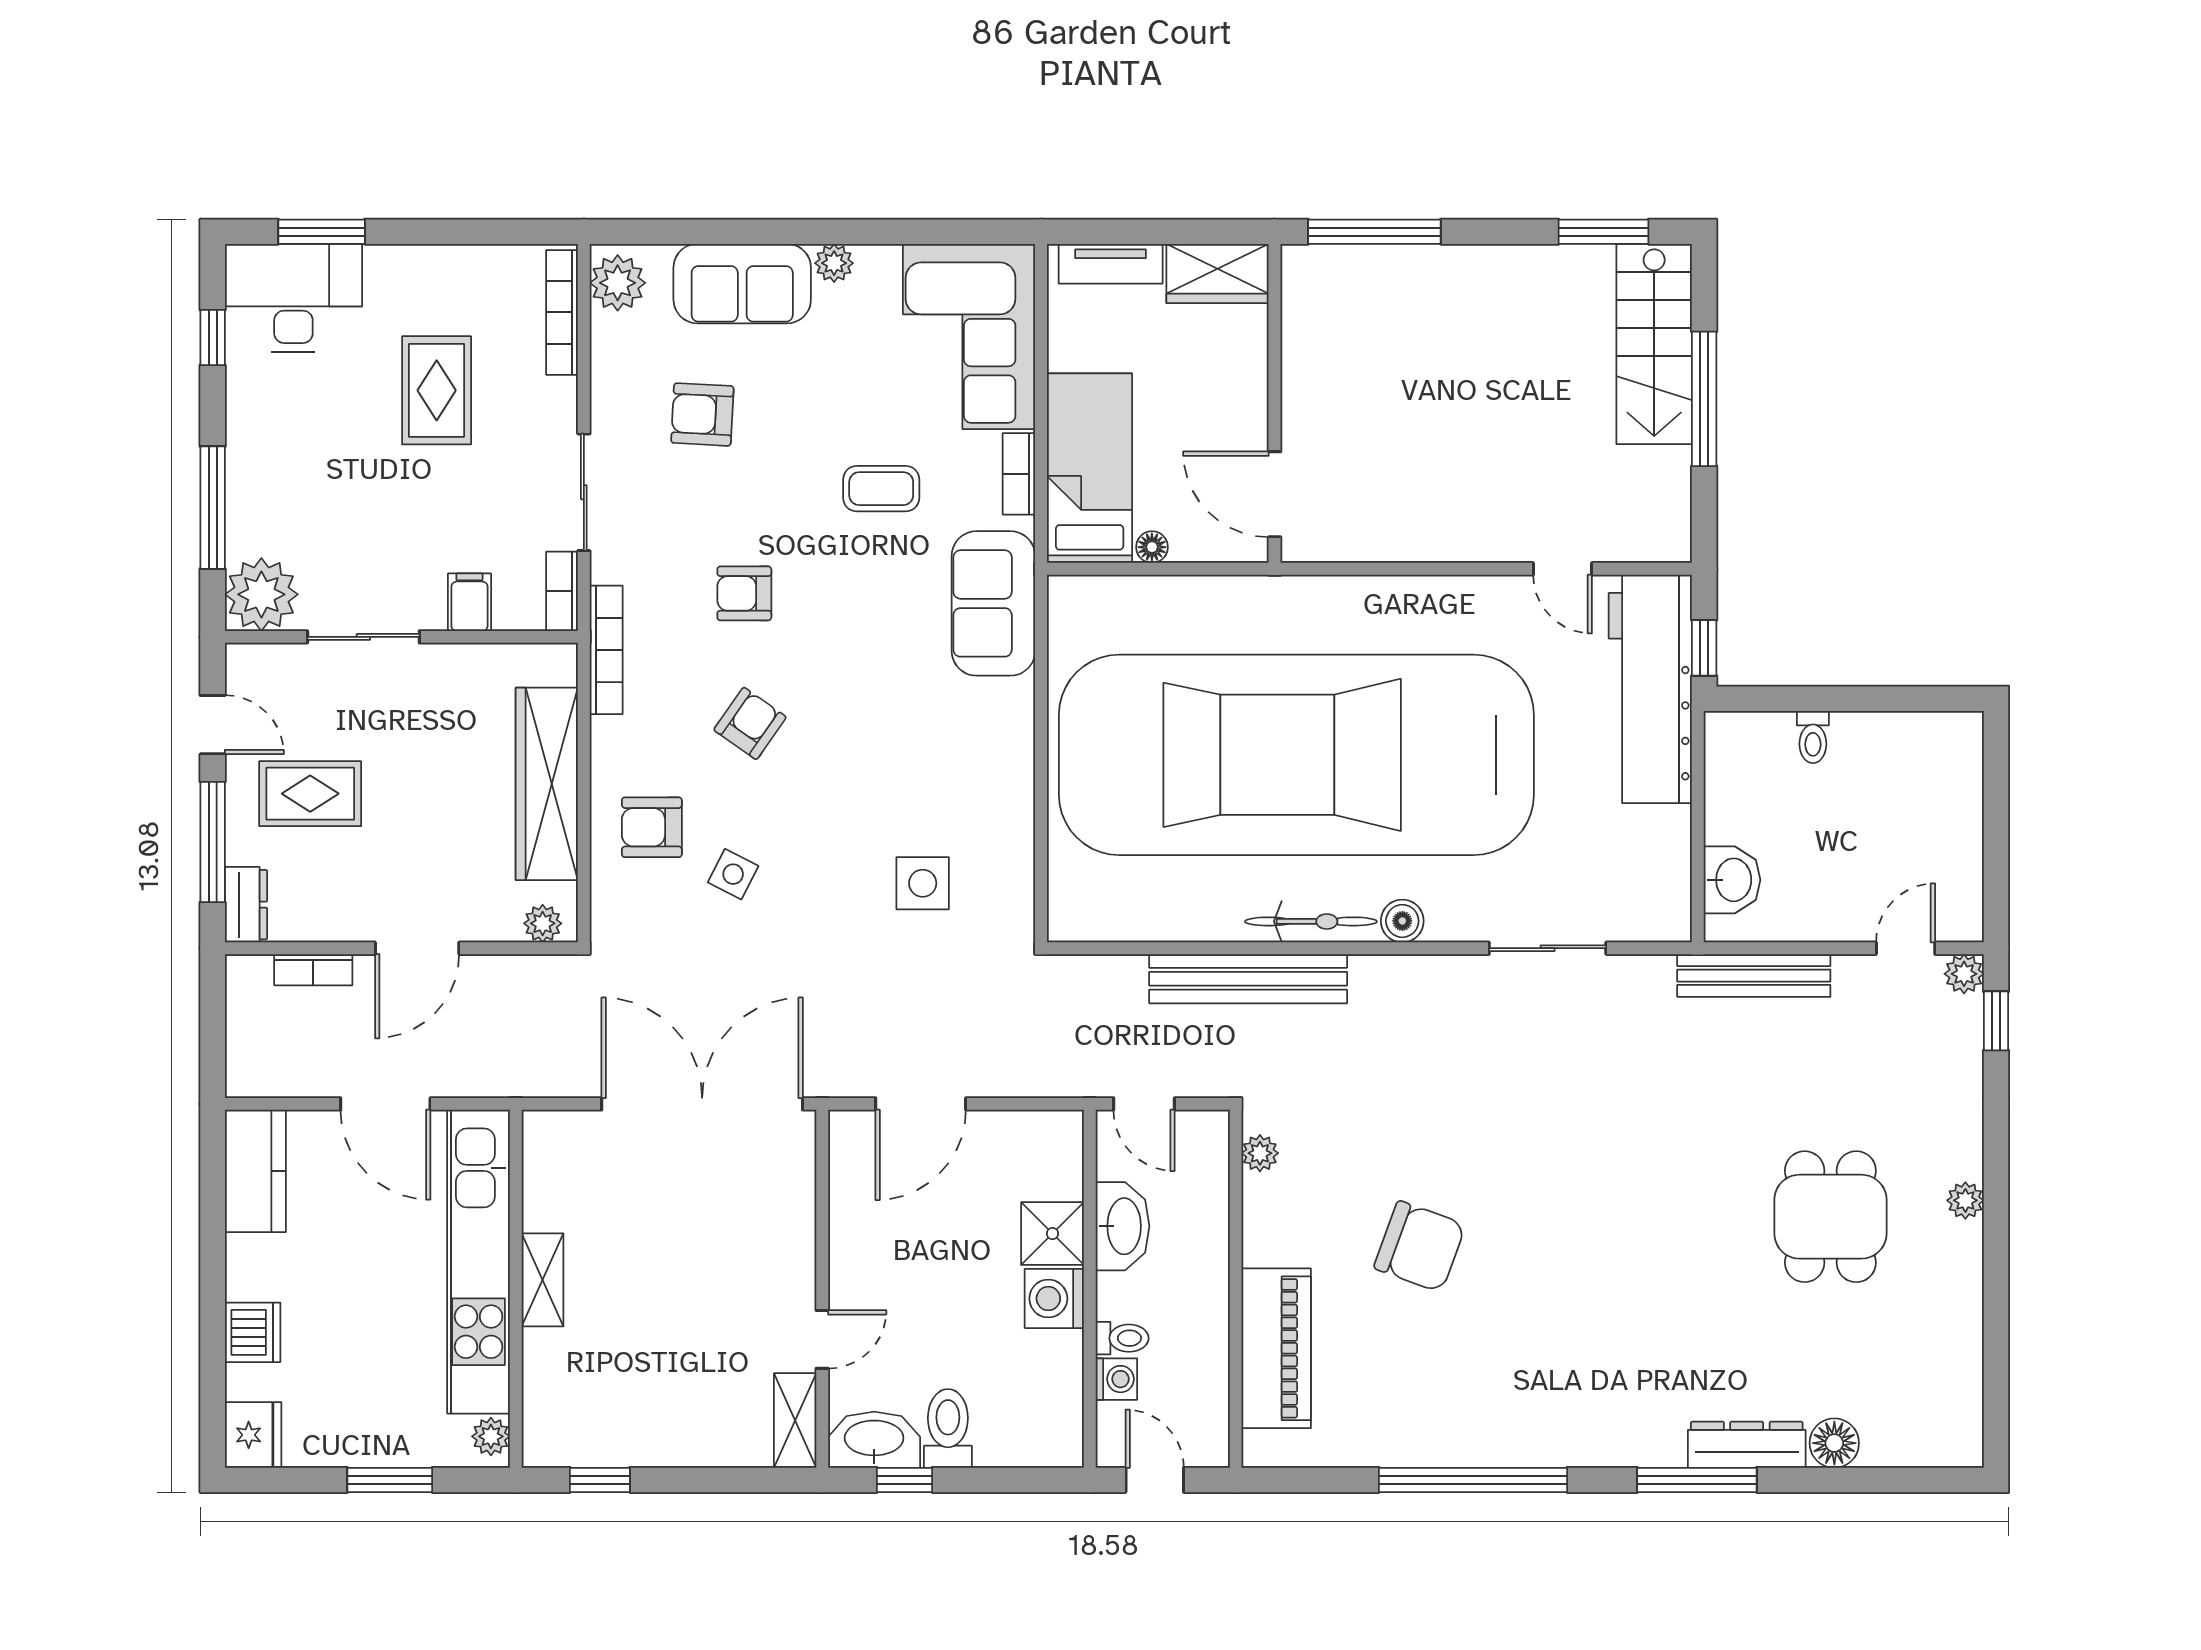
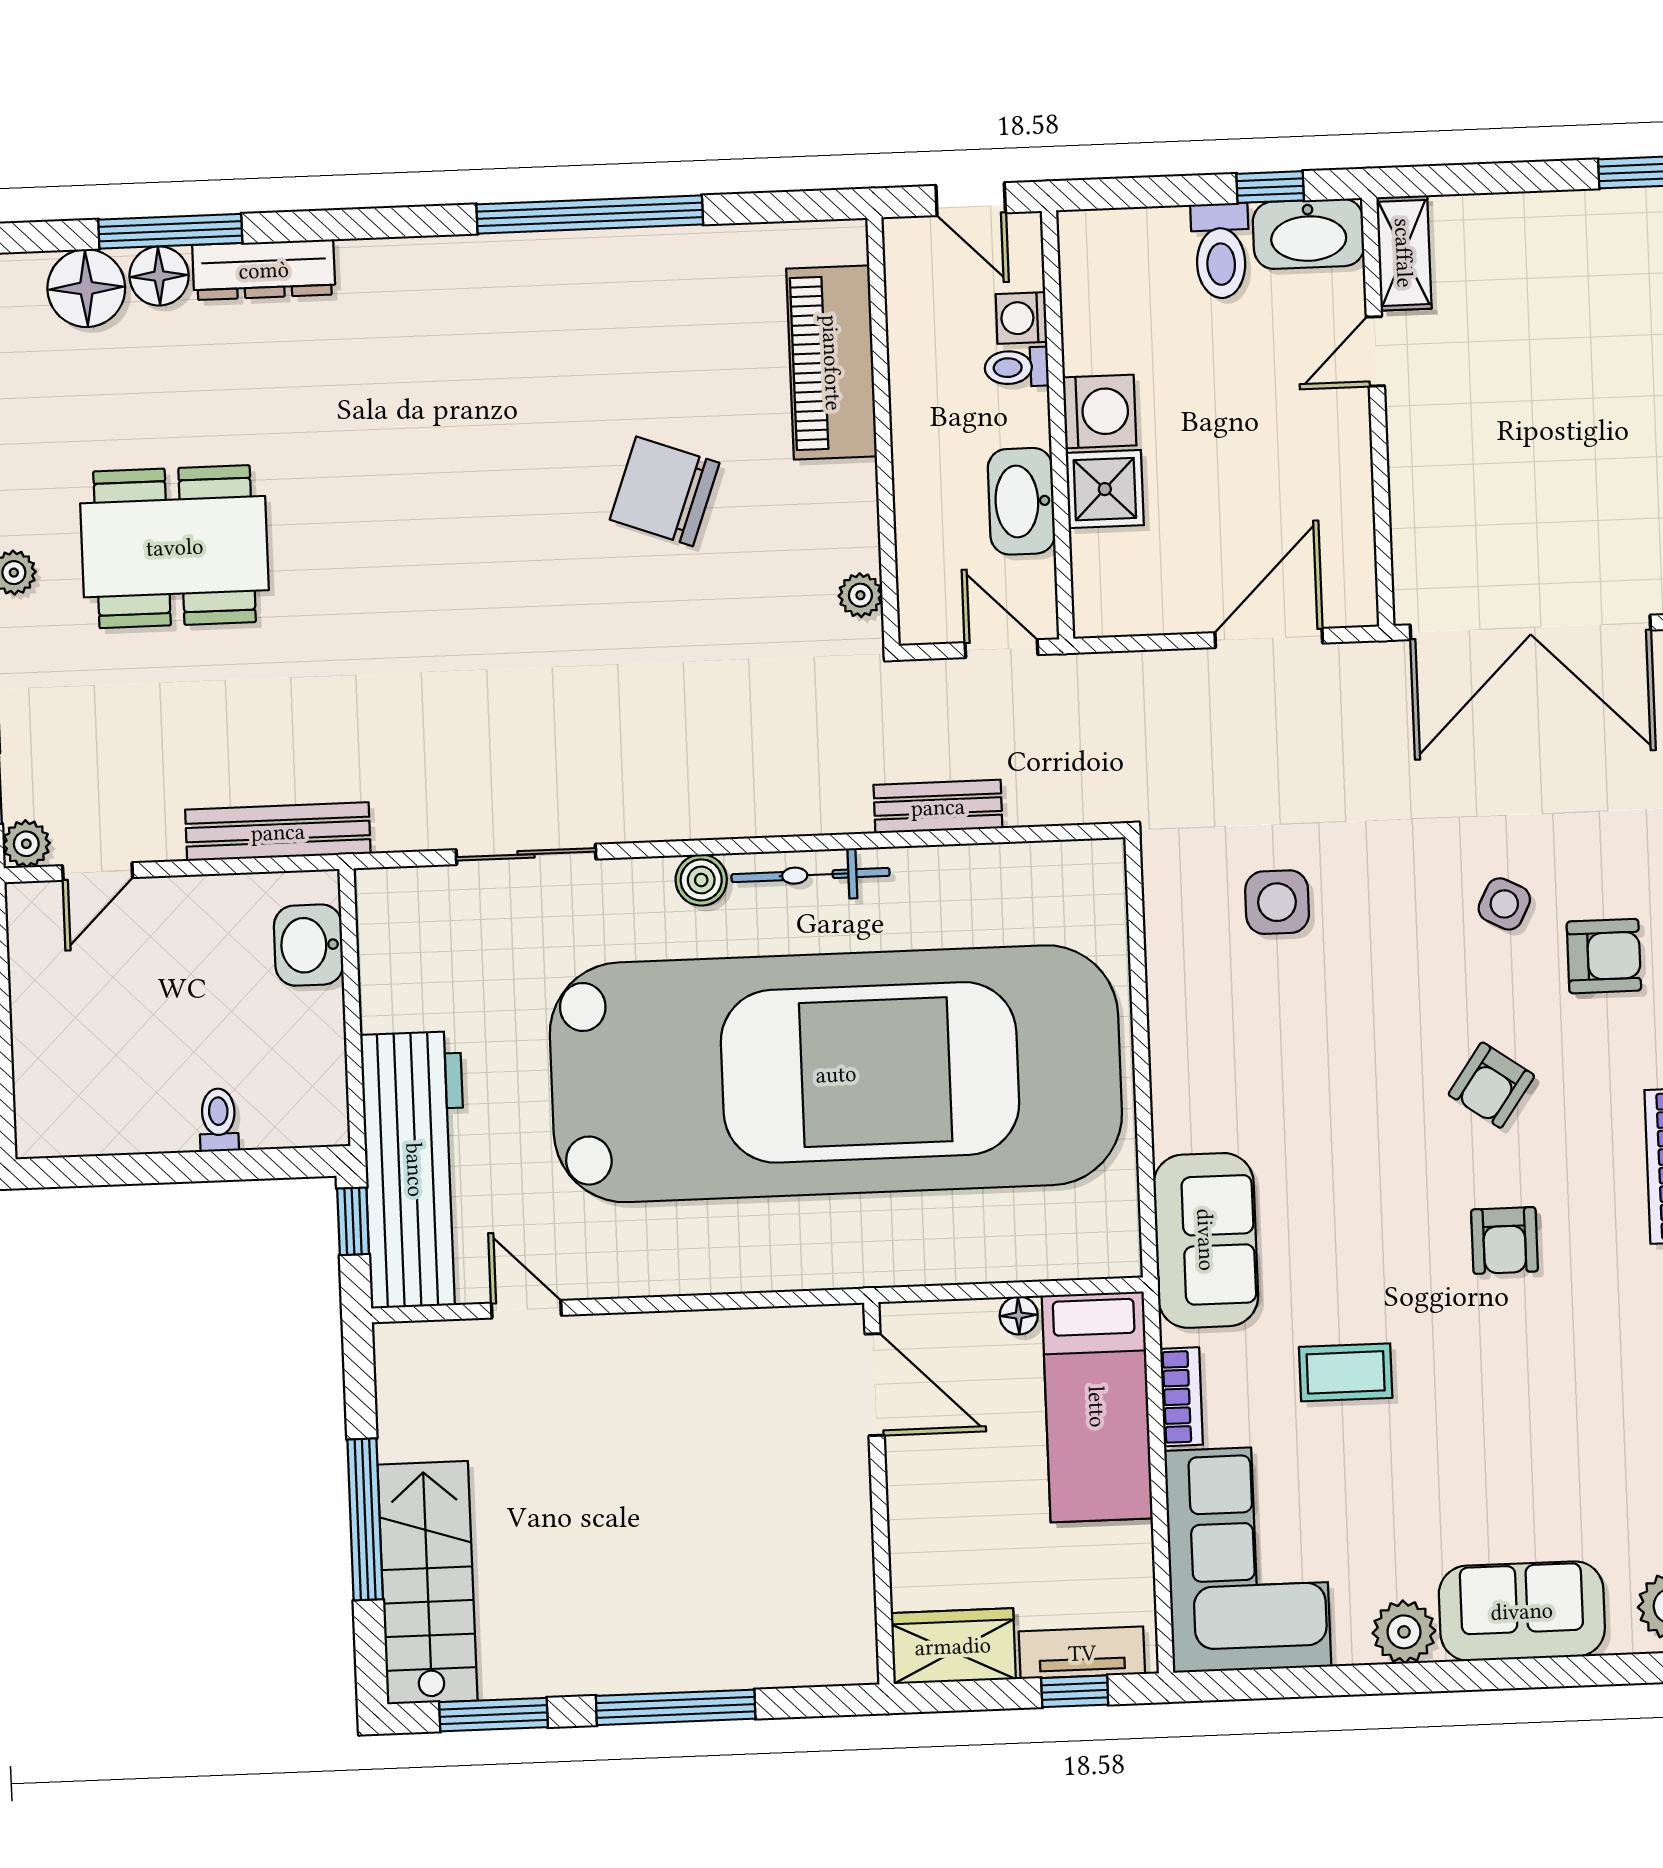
window: (1118, 232) -> (1075, 1691), added
window: (1374, 232) -> (676, 1707), moved
plant: (834, 263) -> (1404, 1632), width x1.38, depth x1.38
armchair: (702, 414) -> (1563, 1453), removed
armchair: (744, 593) -> (1504, 1240), turned 90
bench: (1248, 979) -> (938, 807), width x0.54, depth x0.82
dining table: (1830, 1217) -> (175, 547), width x1.38
floor lamp: (1895, 1435) -> (86, 288), added
window: (1697, 1480) -> (170, 231), moved

